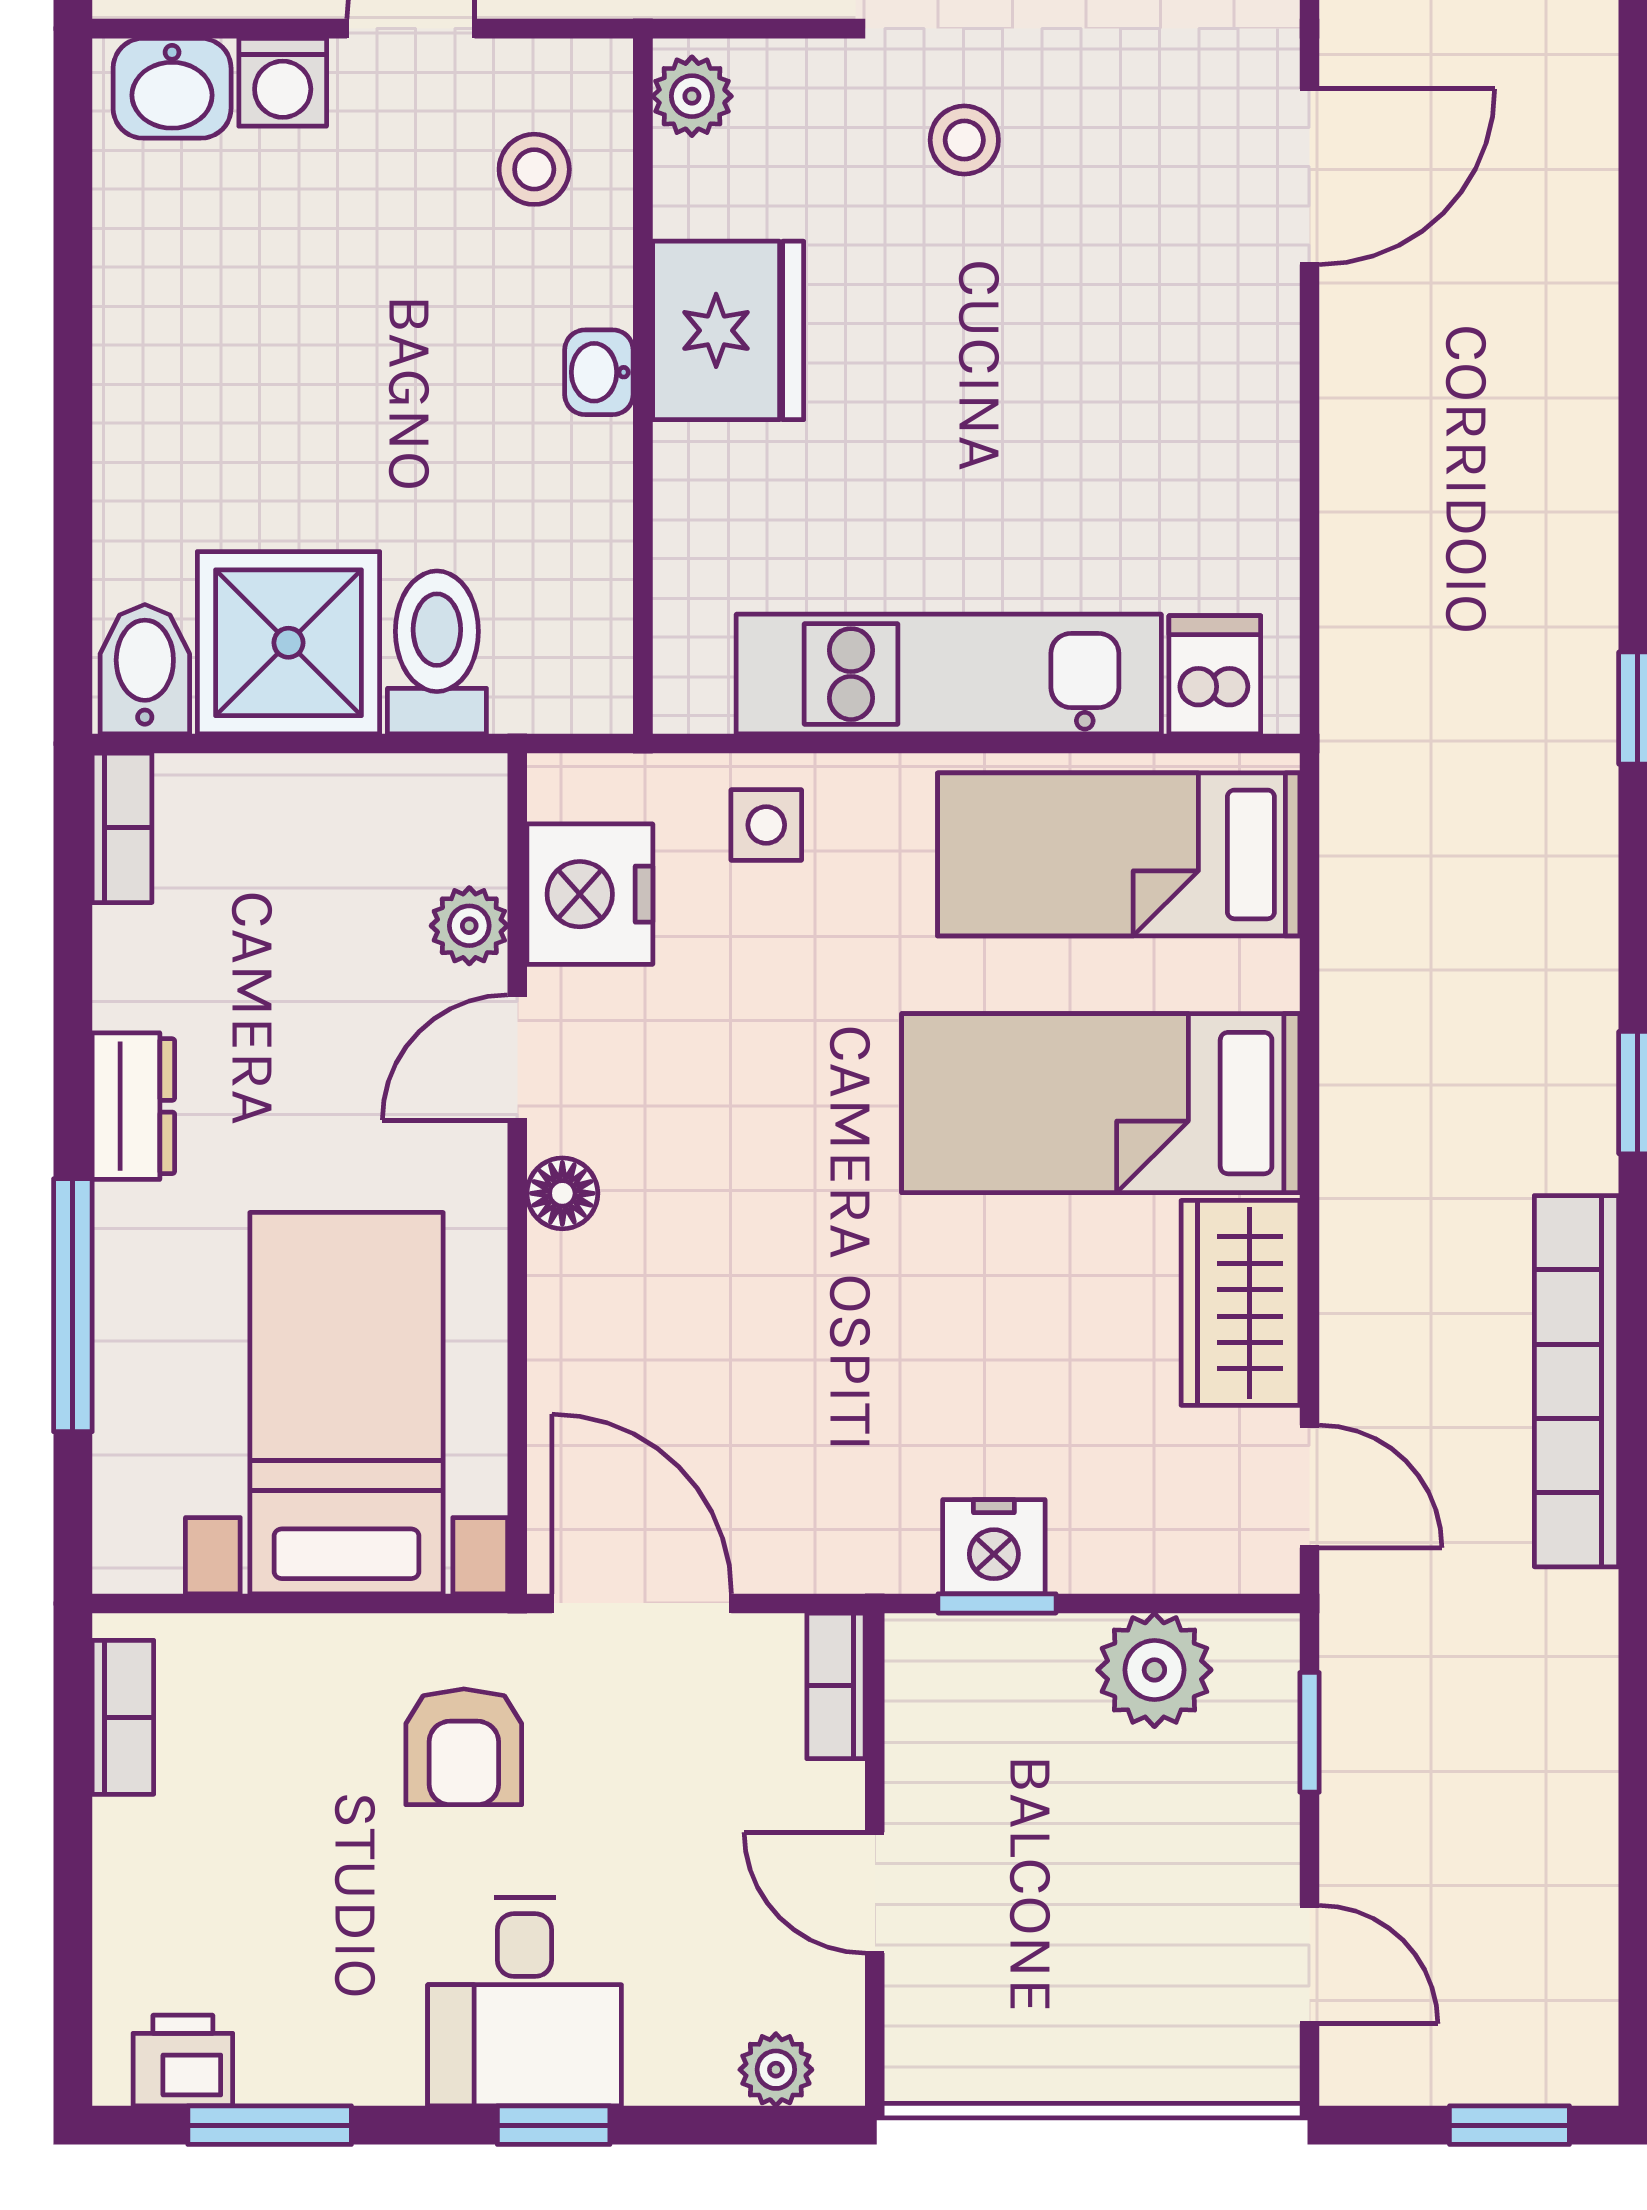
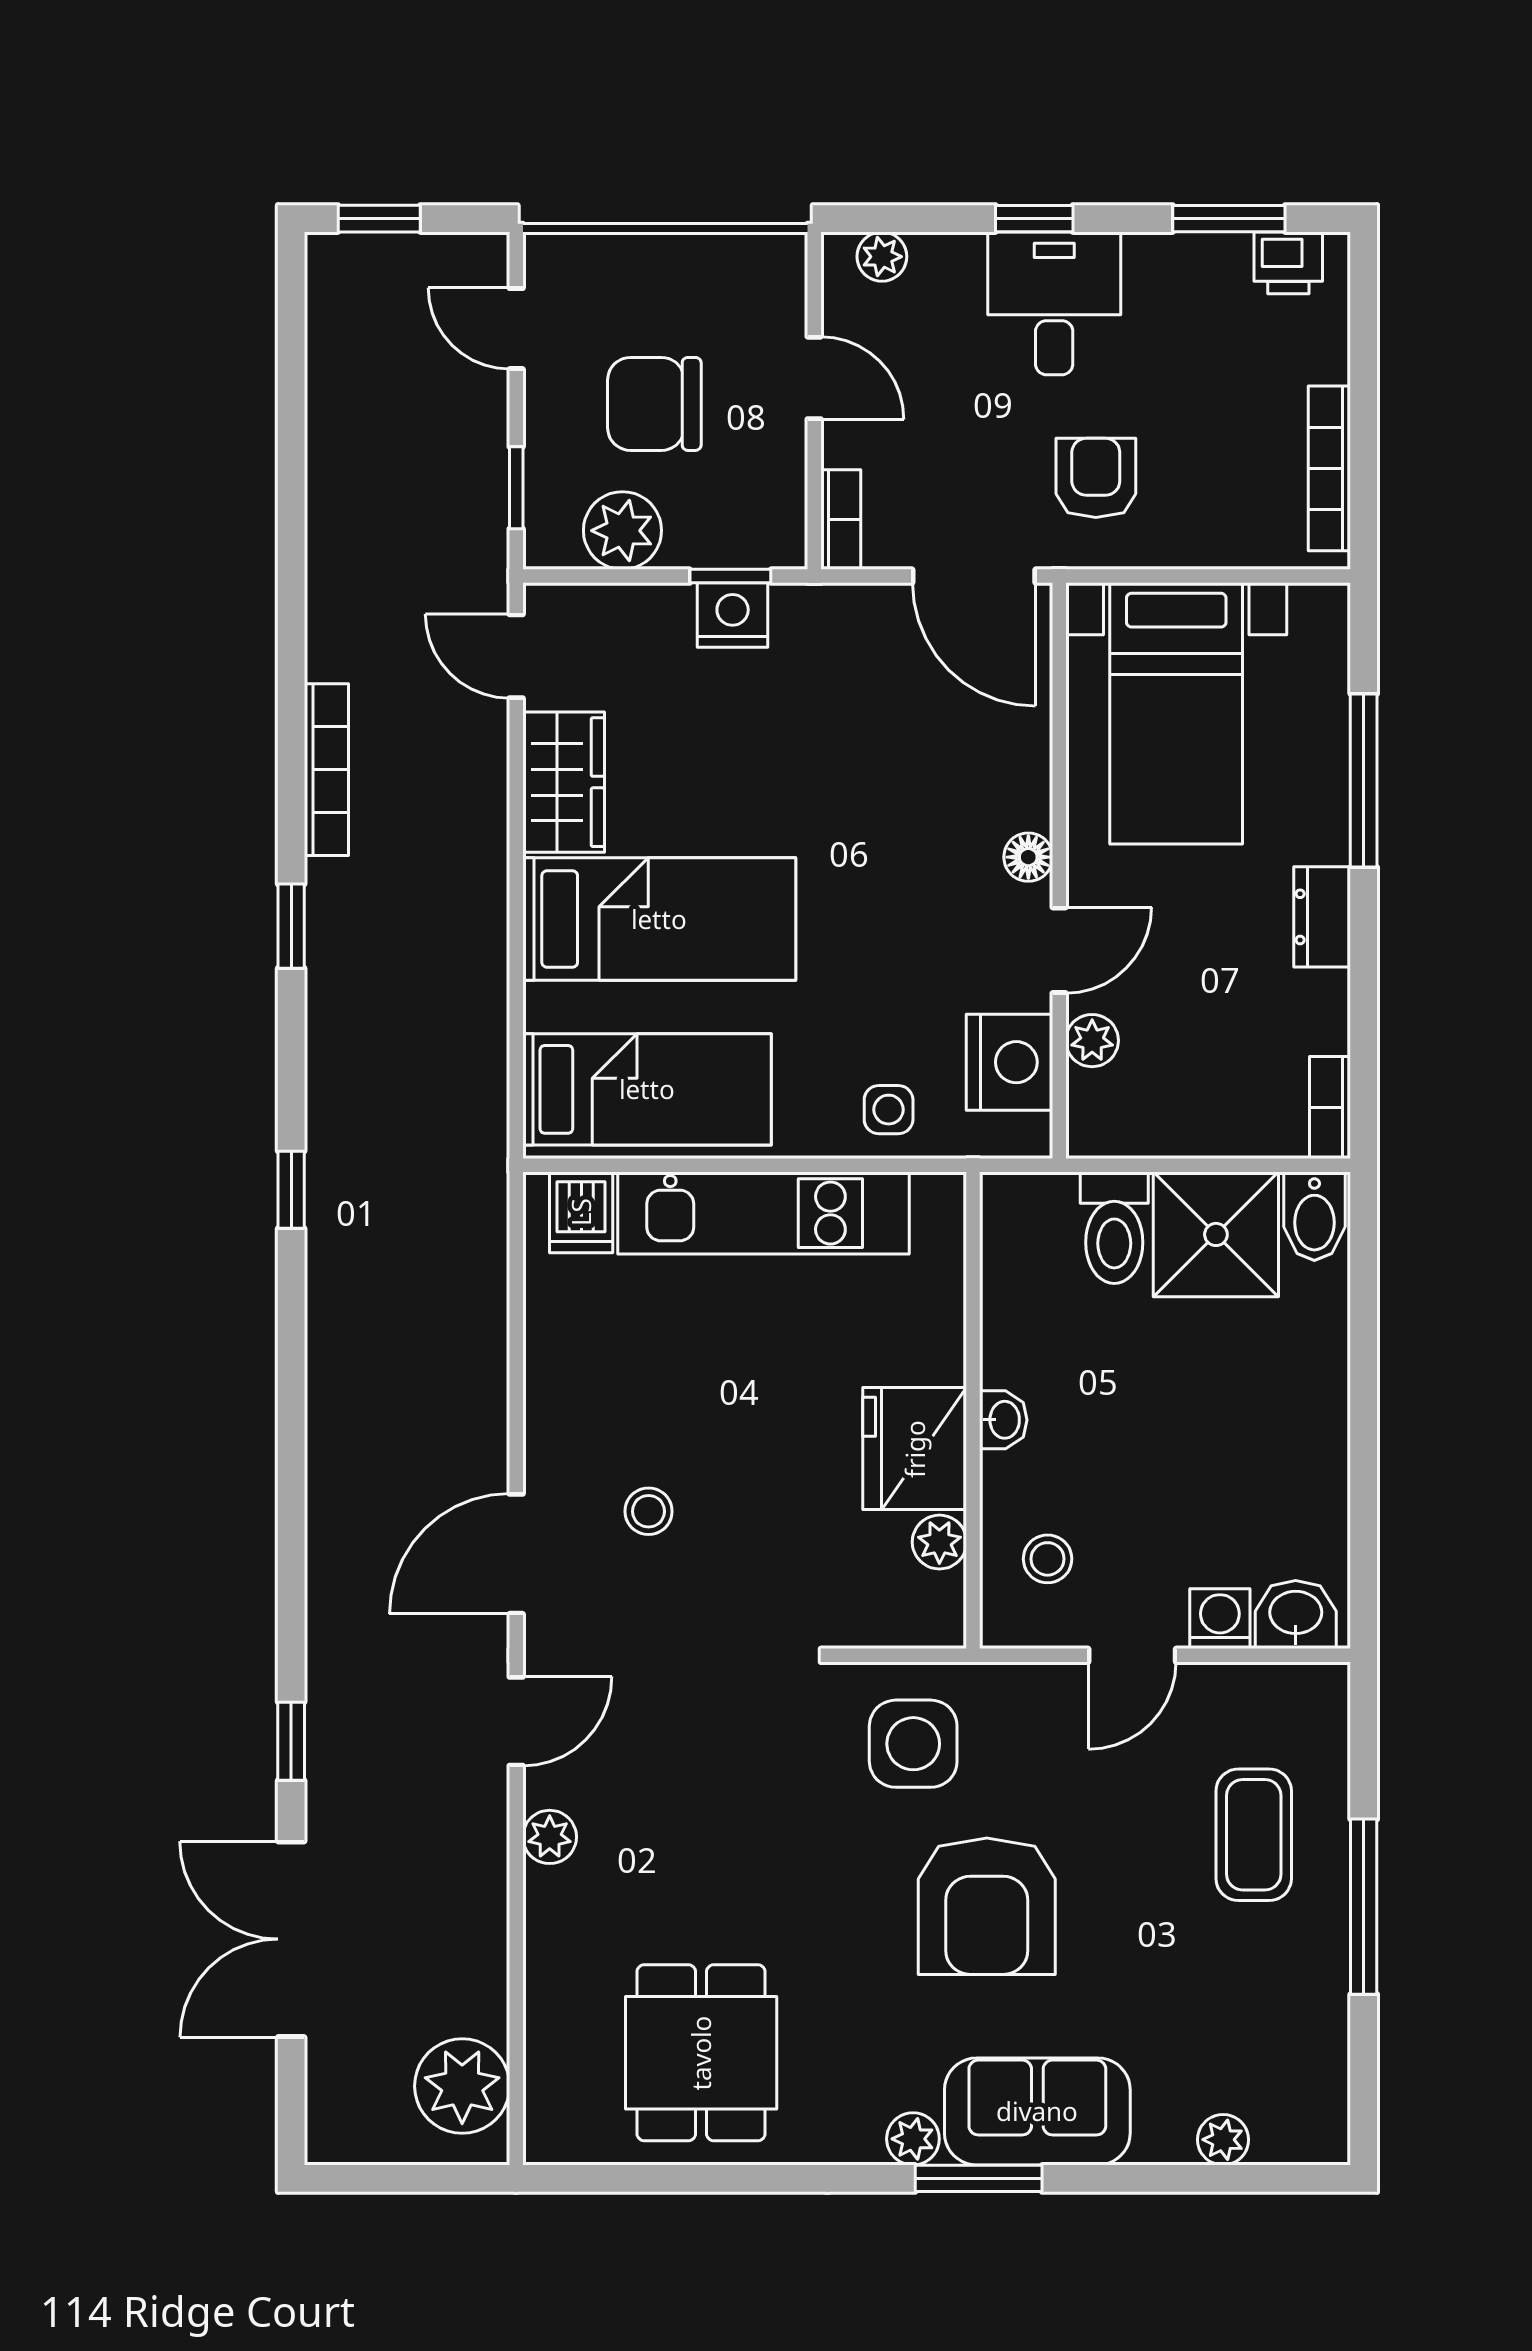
plant: (692, 96) -> (939, 1542), moved
stool: (964, 140) -> (648, 1511), moved
bookcase: (1577, 1381) -> (326, 770), width x0.68, depth x0.76
bookcase: (123, 1717) -> (1329, 468), width x1.56
chair: (1108, 1855) -> (654, 404), added

